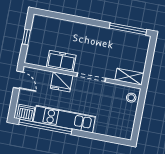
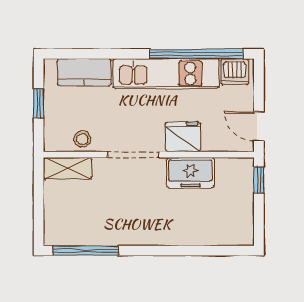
window: (26, 37) -> (259, 180), moved
stool: (131, 98) -> (82, 139), moved
window: (139, 116) -> (39, 104), added
kitchen counter: (110, 129) -> (84, 72), added

